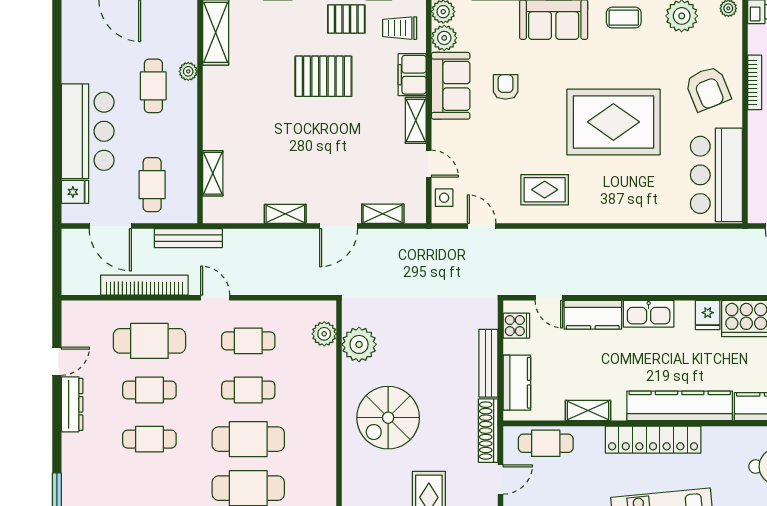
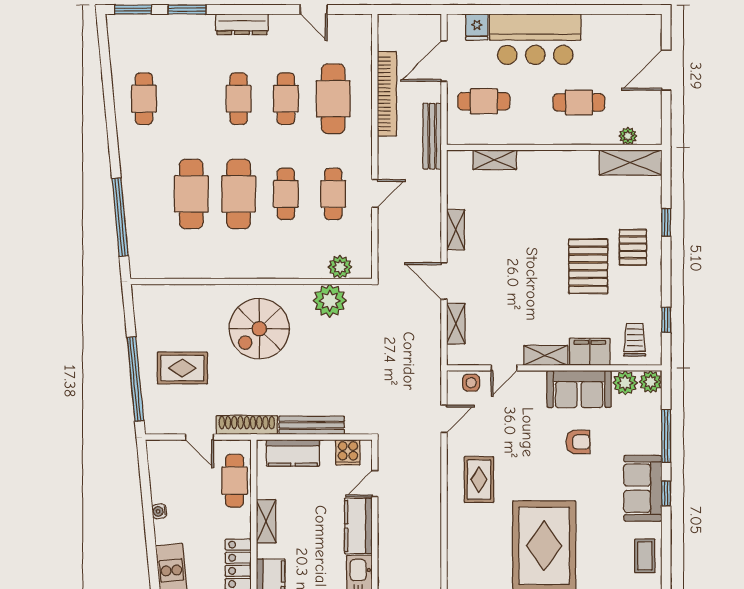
pallet: (346, 19) -> (633, 247), moved
plant: (188, 71) -> (628, 136), moved
door: (215, 298) -> (375, 193), moved
dresser: (72, 404) -> (242, 24), moved
spiral stairs: (388, 418) -> (259, 329), turned -90

